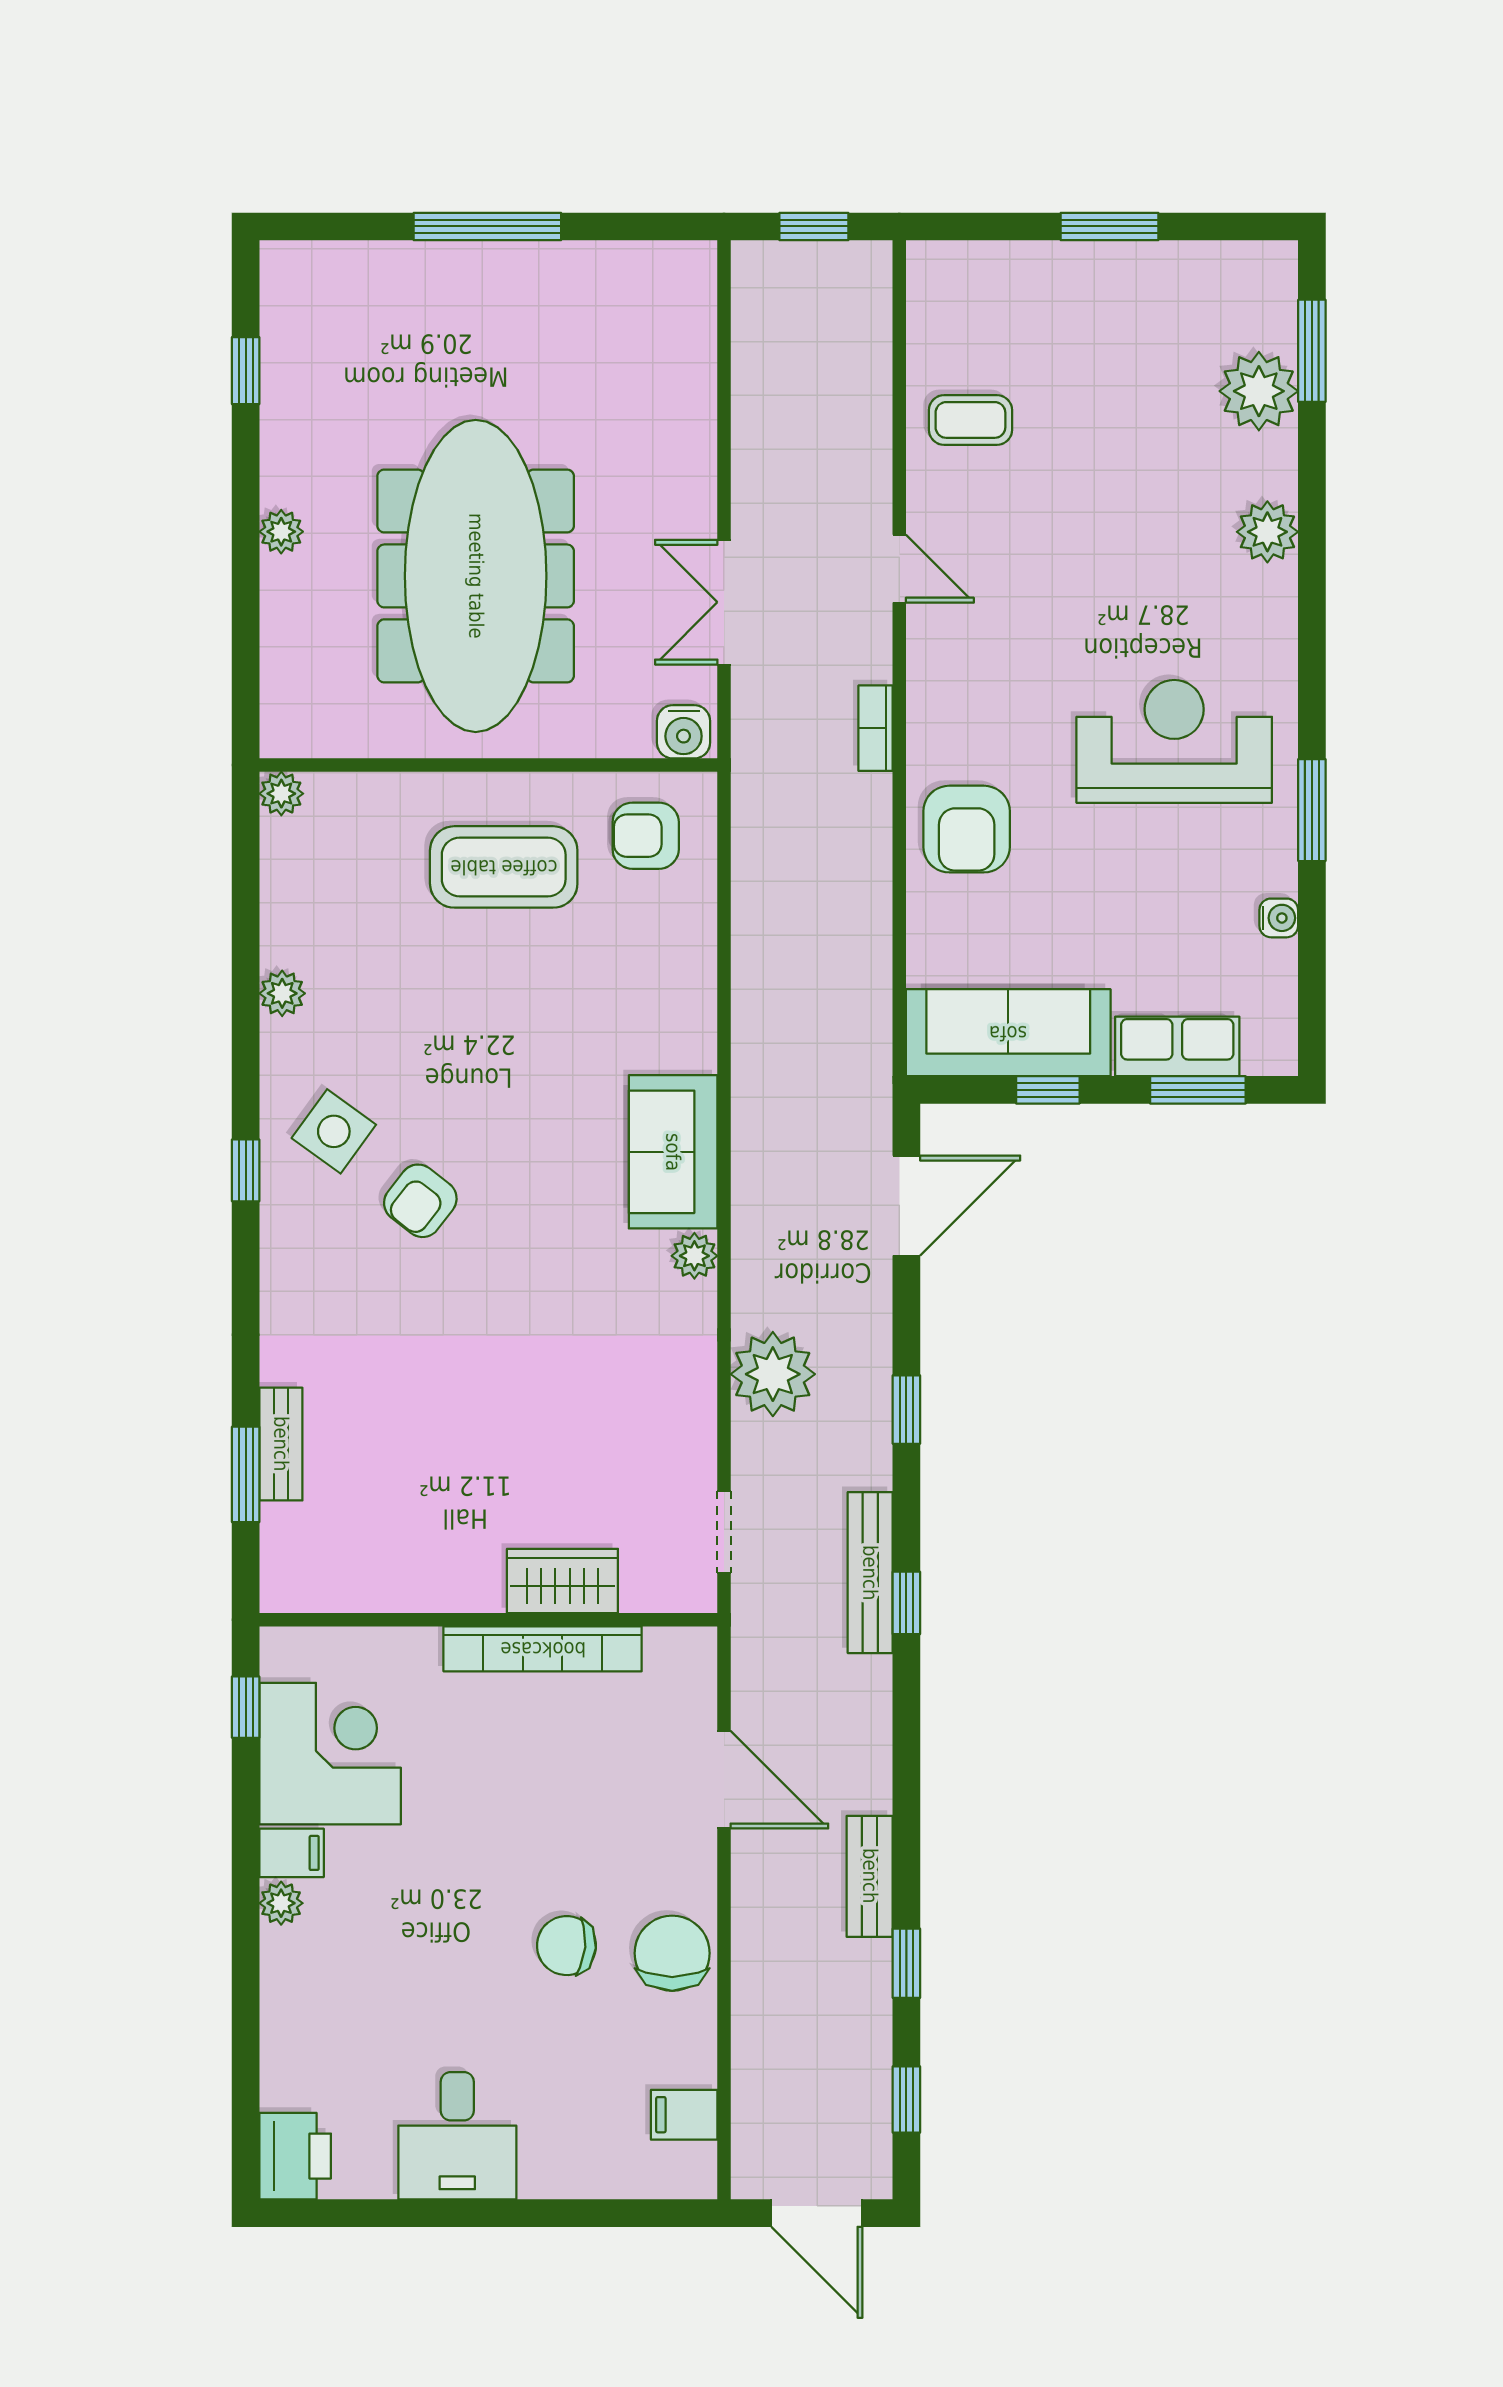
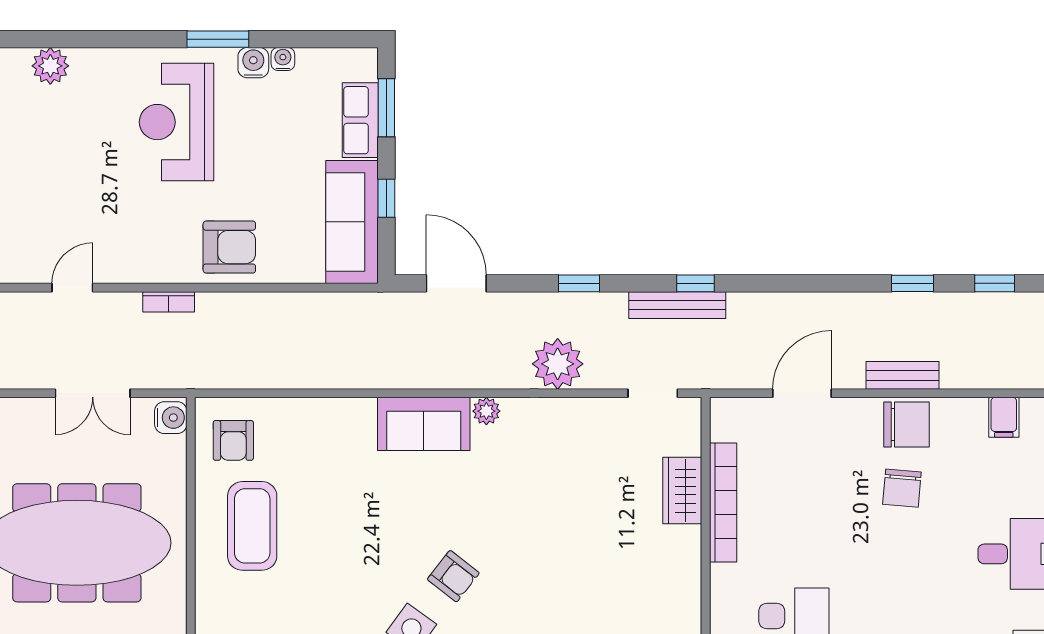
water cooler: (1273, 869) -> (253, 63), added
bench: (870, 1876) -> (902, 375), moved
chair: (672, 1953) -> (907, 424), turned 180

